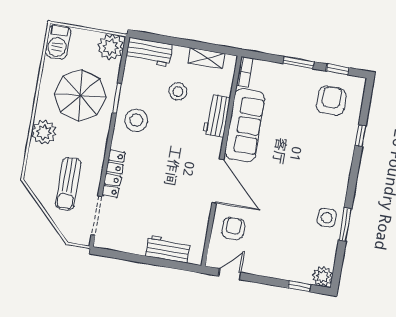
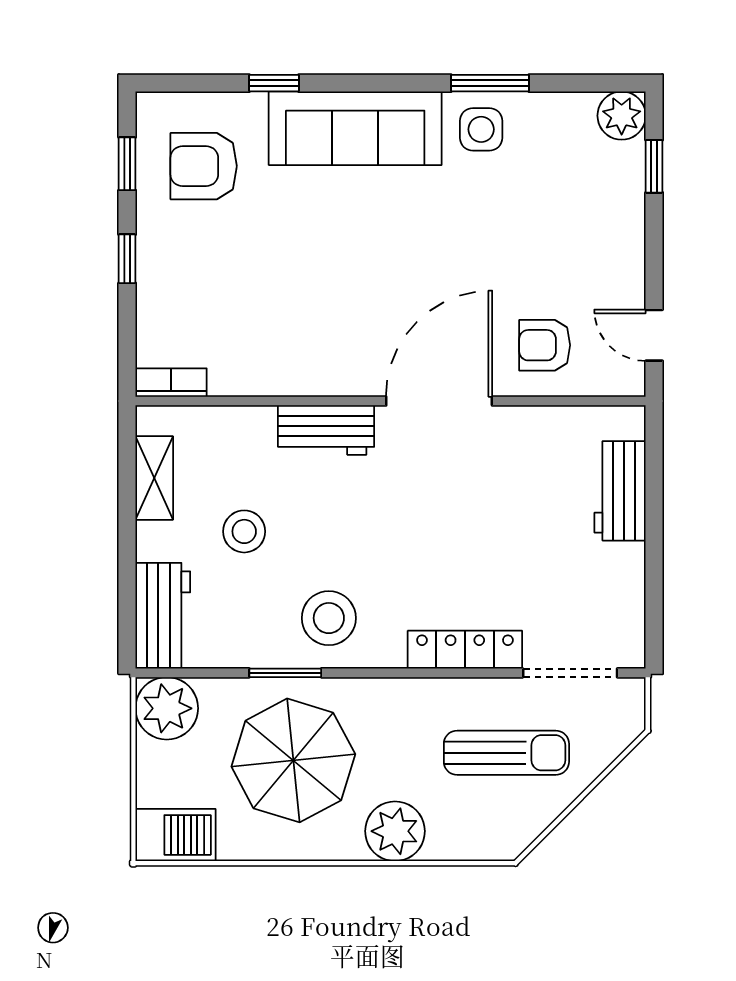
window: (299, 63) -> (127, 259), width x0.67
workbench: (217, 116) -> (326, 430), moved
sofa: (245, 125) -> (355, 128), moved, turned 180

